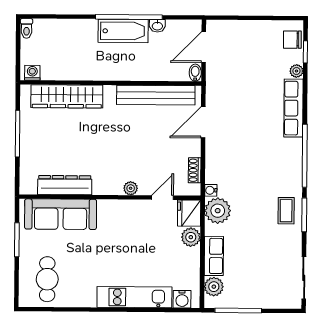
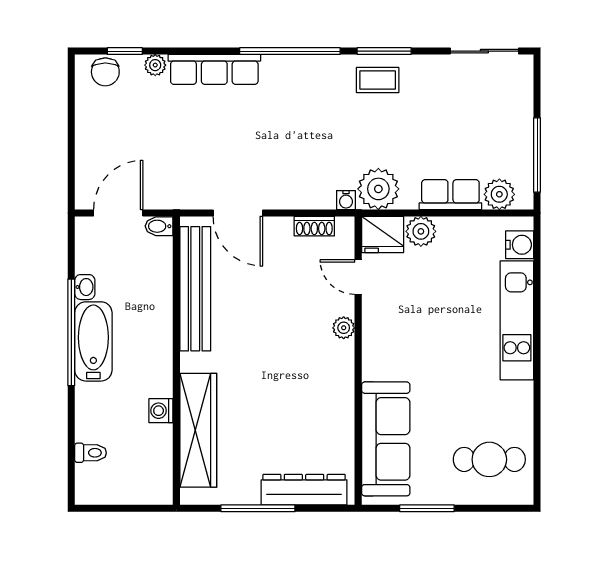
toilet: (27, 28) -> (90, 453), moved
door: (204, 47) -> (118, 213), swing flipped
washing machine: (32, 73) -> (161, 411), moved
dresser: (65, 185) -> (304, 490), moved, turned 90

